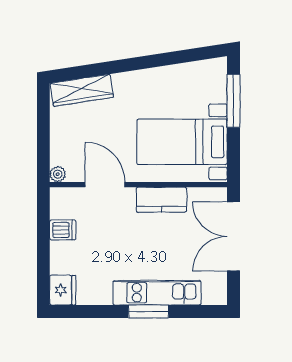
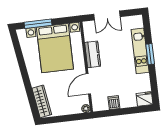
bed with nightstands: (182, 142) -> (55, 48), width x1.36
double door: (233, 236) -> (107, 16), width x0.73

